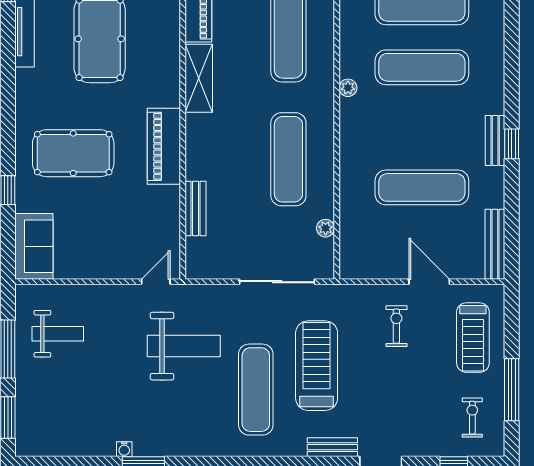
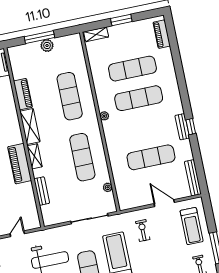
shelving: (196, 138) -> (35, 156), added
door: (156, 282) -> (17, 234), moved
exercise bike: (396, 326) -> (143, 231), moved

